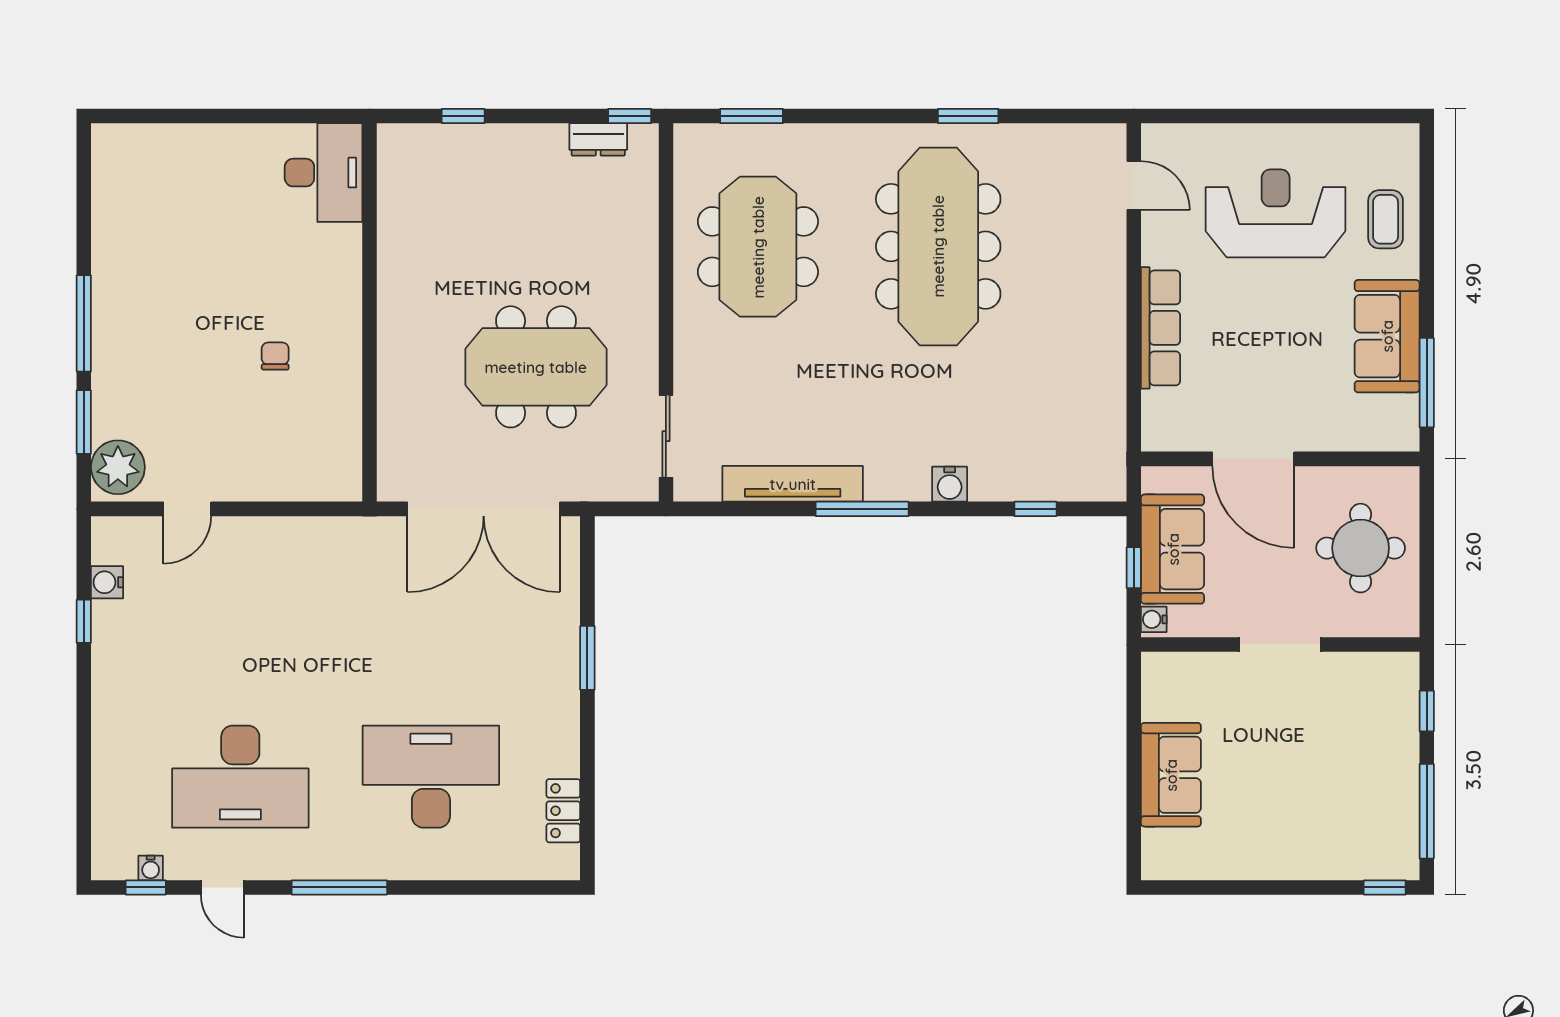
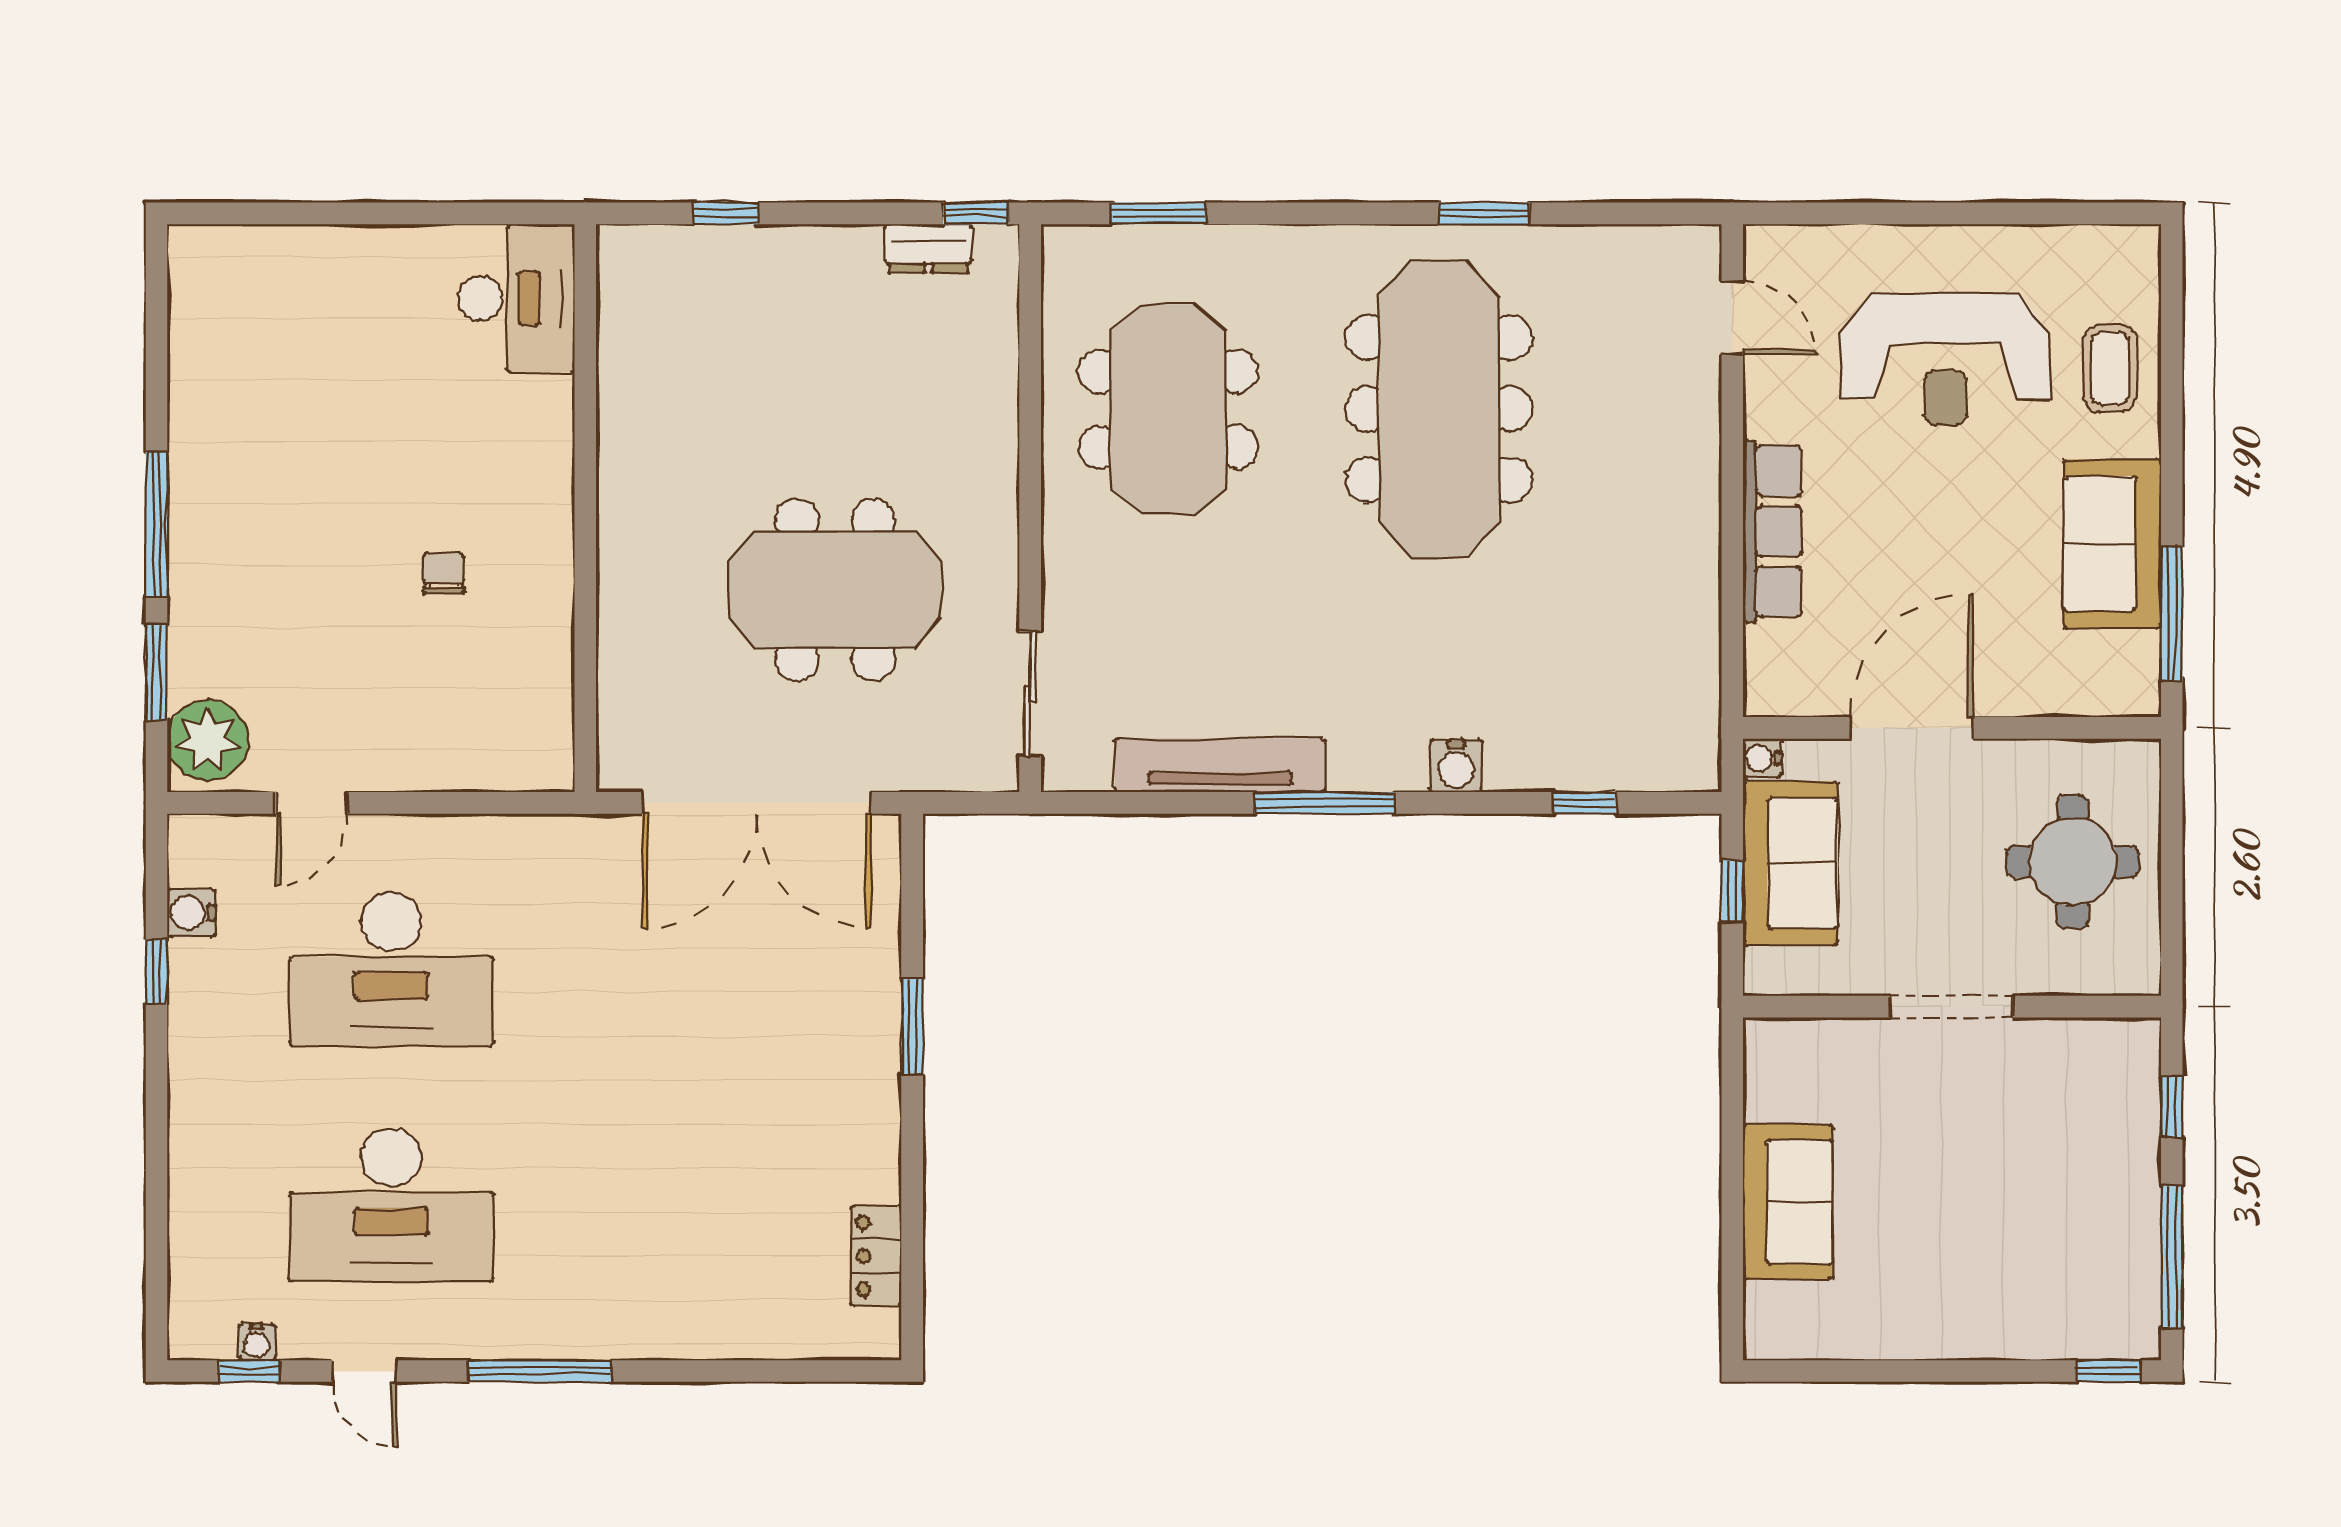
reception desk: (1276, 213) -> (1945, 360), turned 180
door: (1253, 459) -> (1912, 728), swing flipped
water cooler: (1154, 619) -> (1762, 758), moved
desk: (431, 777) -> (391, 969), moved, turned 180

